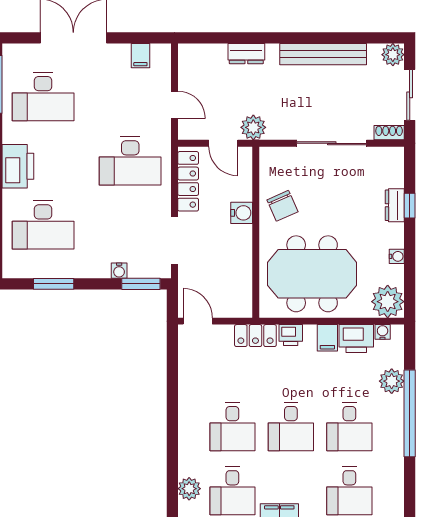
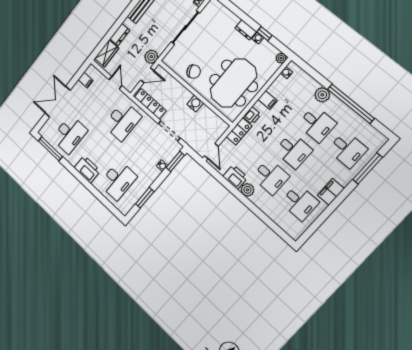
wardrobe: (204, 56) -> (107, 53), added
door: (174, 105) -> (115, 83), hinge flipped
dresser: (395, 205) -> (246, 30), moved
window: (410, 206) -> (264, 34), moved
water cooler: (242, 213) -> (195, 104), moved
plant: (388, 302) -> (281, 58), width x0.53, depth x0.53
door: (198, 321) -> (211, 151), swing flipped
printer: (356, 339) -> (235, 177), moved, turned -90
plant: (392, 381) -> (322, 95), moved
window: (410, 413) -> (351, 104), moved
plant: (189, 489) -> (247, 190), moved

